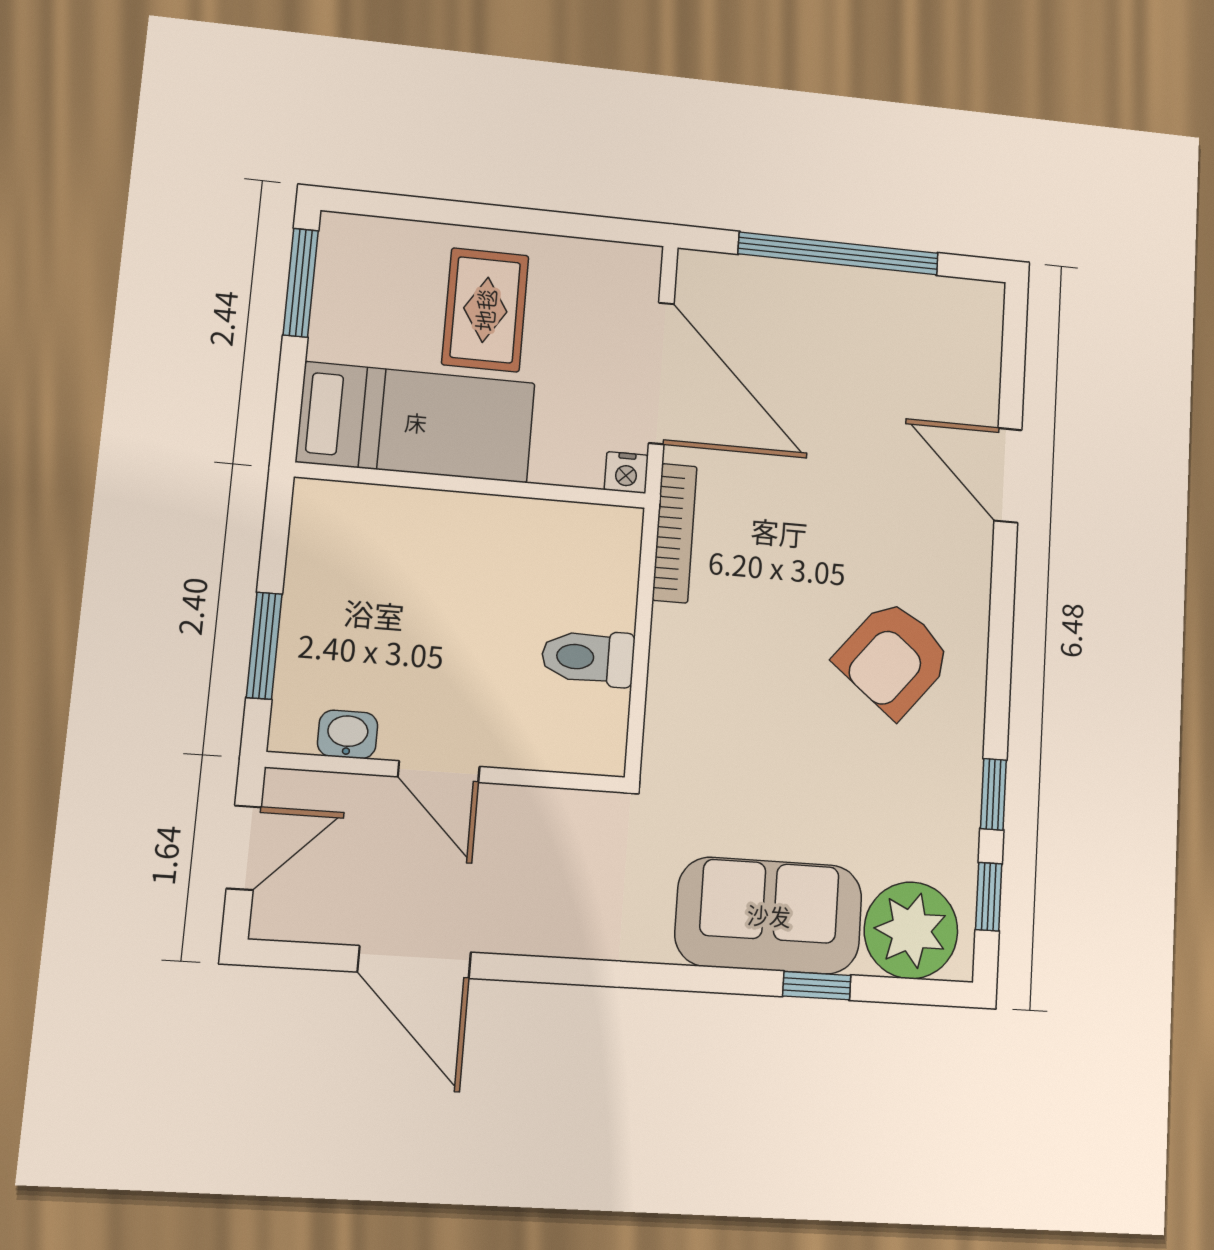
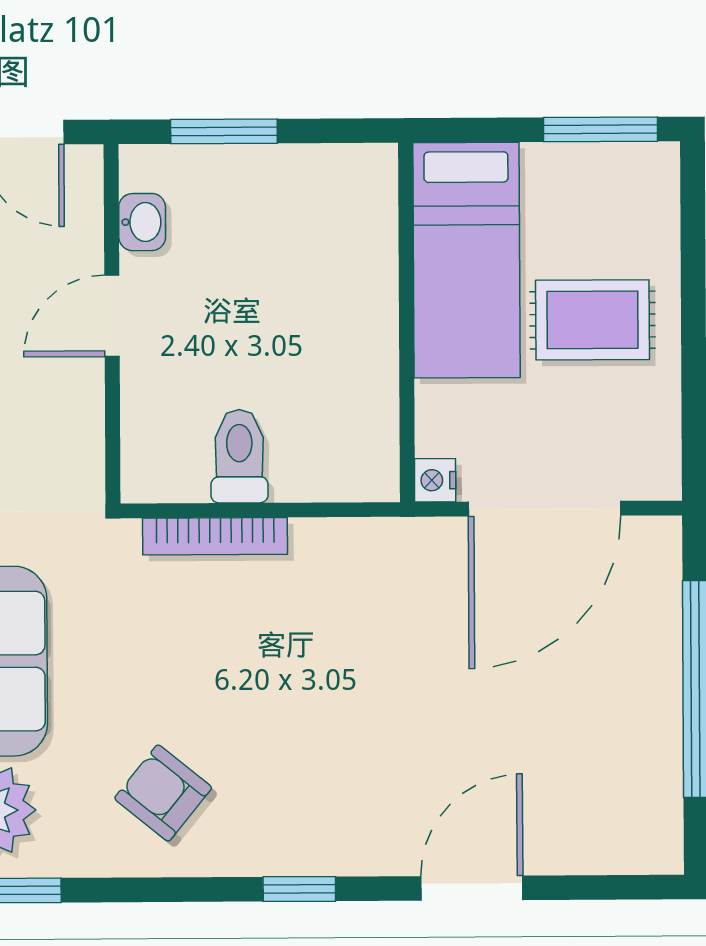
bookcase: (675, 533) -> (215, 536), moved
armchair: (893, 658) -> (163, 793), moved, width x0.72, depth x0.72
window: (993, 794) -> (299, 889), moved

